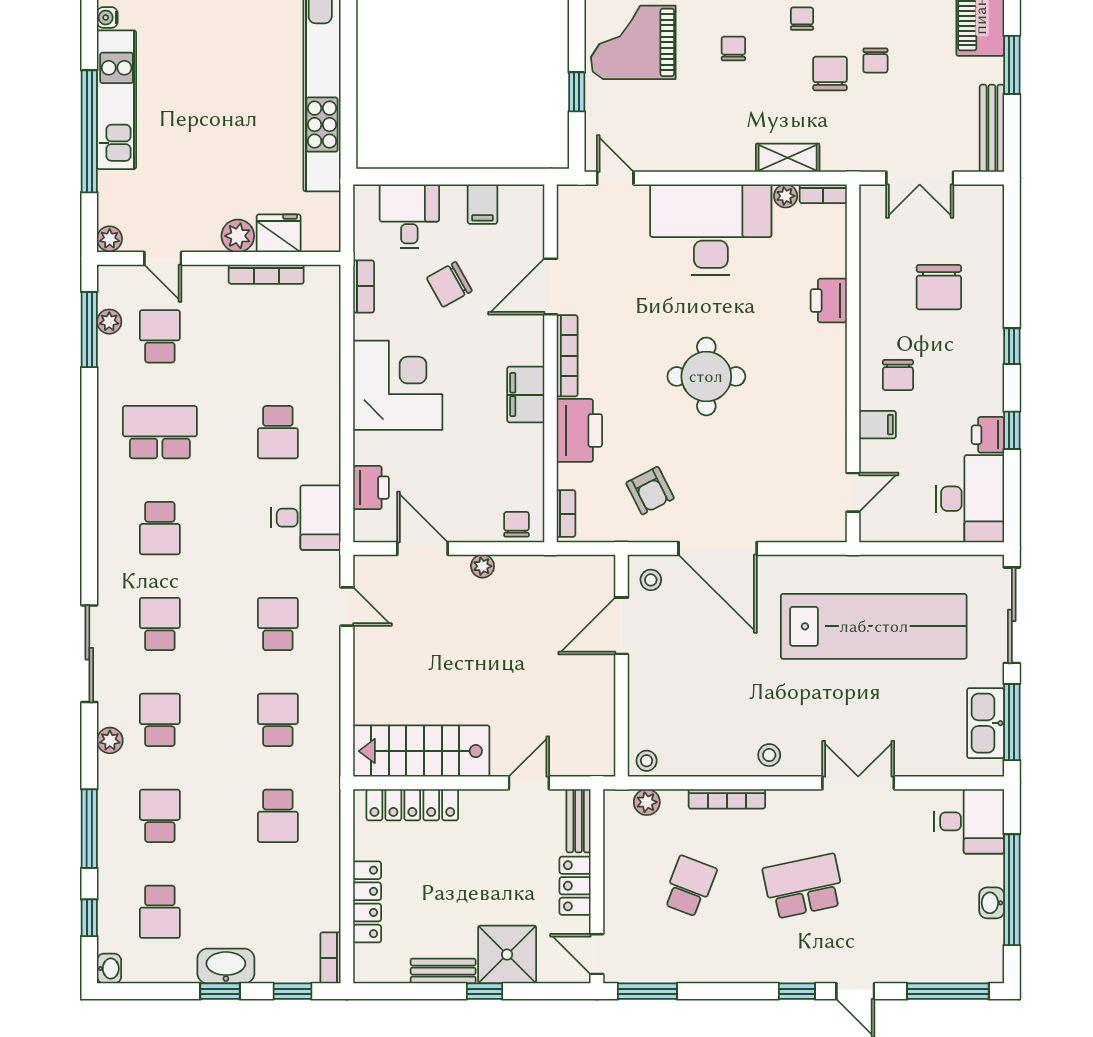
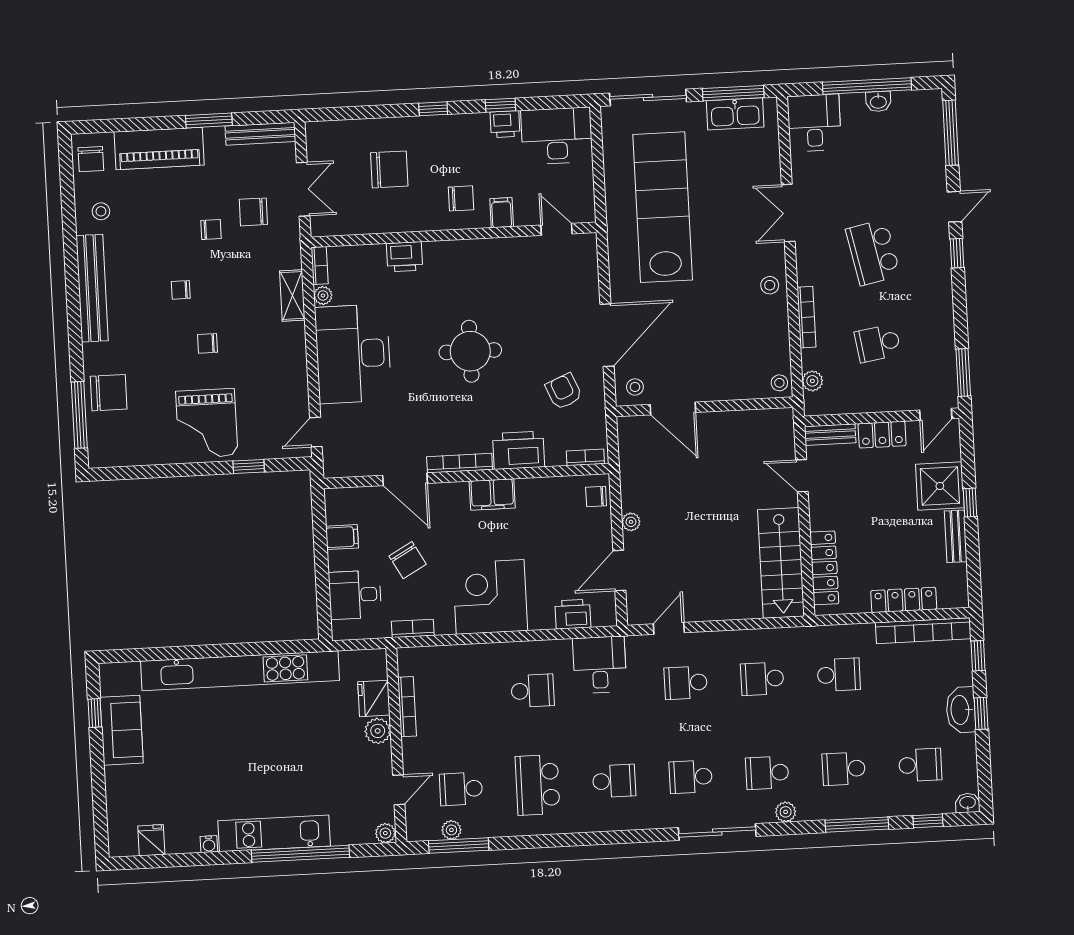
chair: (830, 74) -> (253, 212), moved
armchair: (650, 491) -> (564, 391), turned -86
school desk: (690, 886) -> (878, 343), turned -30
bookcase: (331, 958) -> (923, 631), width x2.31, depth x1.31

